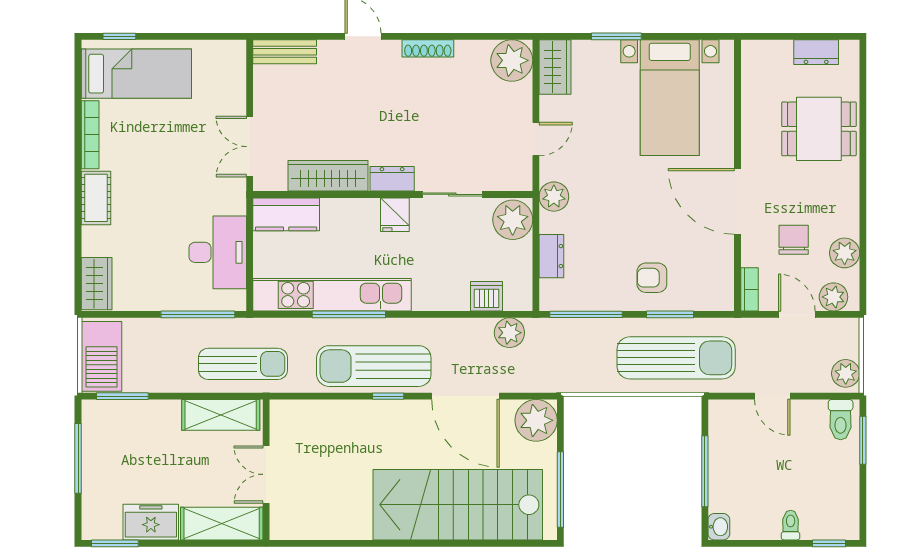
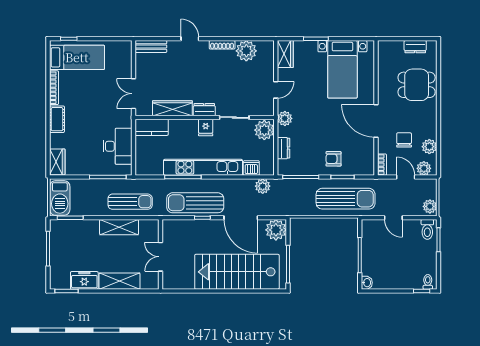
plant: (512, 60) -> (246, 51), moved
kitchen unit: (332, 295) -> (203, 167), moved
wall: (266, 470) -> (161, 254), moved
double door: (266, 474) -> (161, 257), moved
toilet: (791, 525) -> (428, 282), moved

